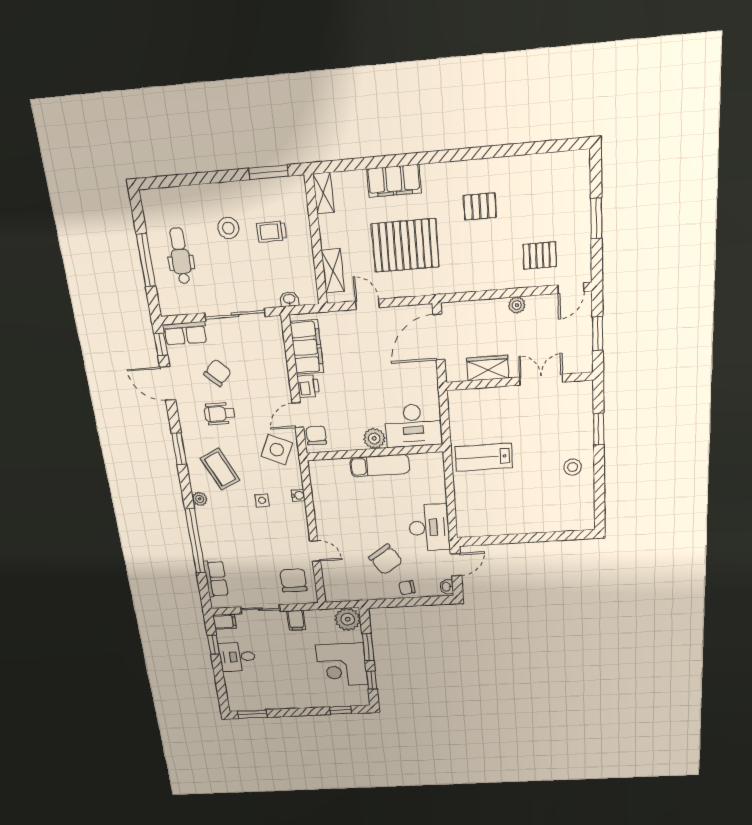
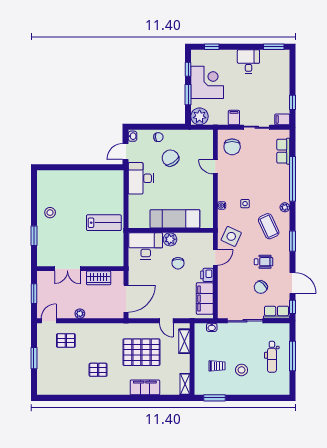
chair: (316, 436) -> (178, 263), moved
exam couch: (380, 466) -> (175, 219), width x1.36, depth x1.45
desk: (237, 657) -> (248, 61), moved, turned -90

